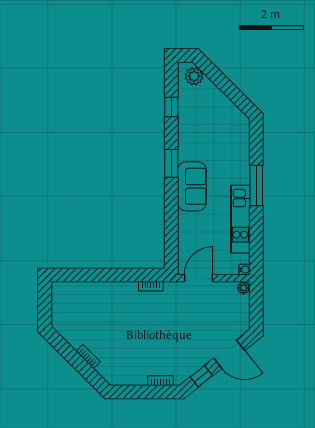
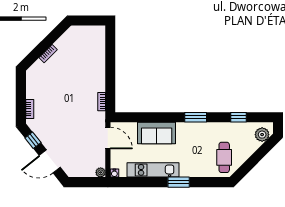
cafe table: (224, 126) -> (224, 157), added
sofa: (192, 186) -> (157, 133), moved
window: (256, 186) -> (179, 182), width x0.69
door: (229, 354) -> (50, 161), hinge flipped

